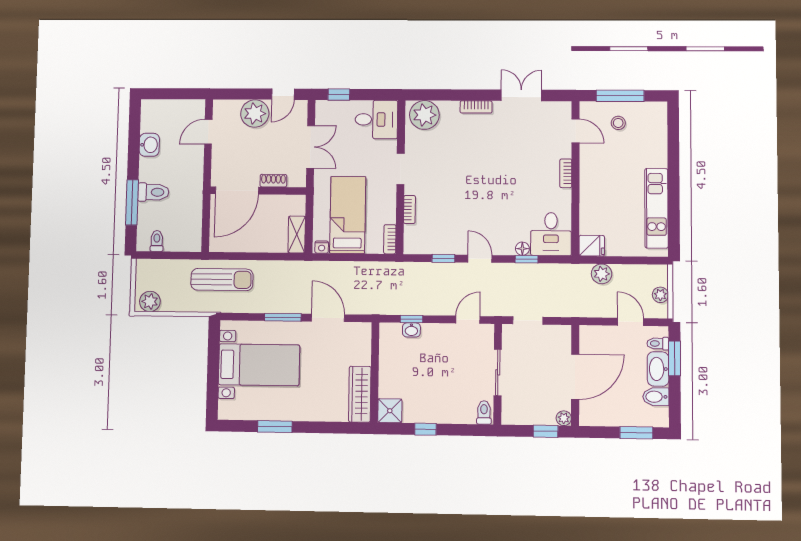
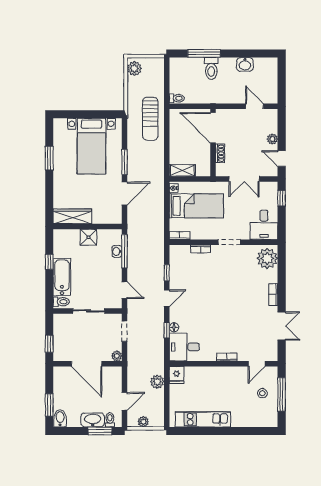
plant: (255, 114) -> (272, 139), width x0.53, depth x0.53
toilet: (157, 241) -> (177, 98), moved
window: (411, 319) -> (124, 251), width x2.17
bidet: (656, 397) -> (60, 418), moved
shower: (390, 411) -> (89, 237), moved
bathtub: (448, 411) -> (62, 277), added
plant: (564, 418) -> (117, 356), moved

